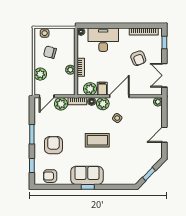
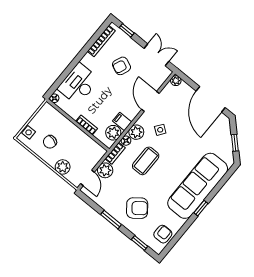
armchair: (138, 58) -> (121, 66), turned 134
plant: (70, 70) -> (81, 136), removed
double door: (164, 75) -> (157, 55), swing flipped
door: (119, 96) -> (150, 101), moved
door: (164, 135) -> (211, 99), width x1.88
coffee table: (97, 140) -> (146, 161), moved
armchair: (53, 145) -> (137, 208), turned 142
sofa: (87, 175) -> (198, 186), width x1.85, depth x1.27
armchair: (50, 176) -> (163, 234), turned 180

